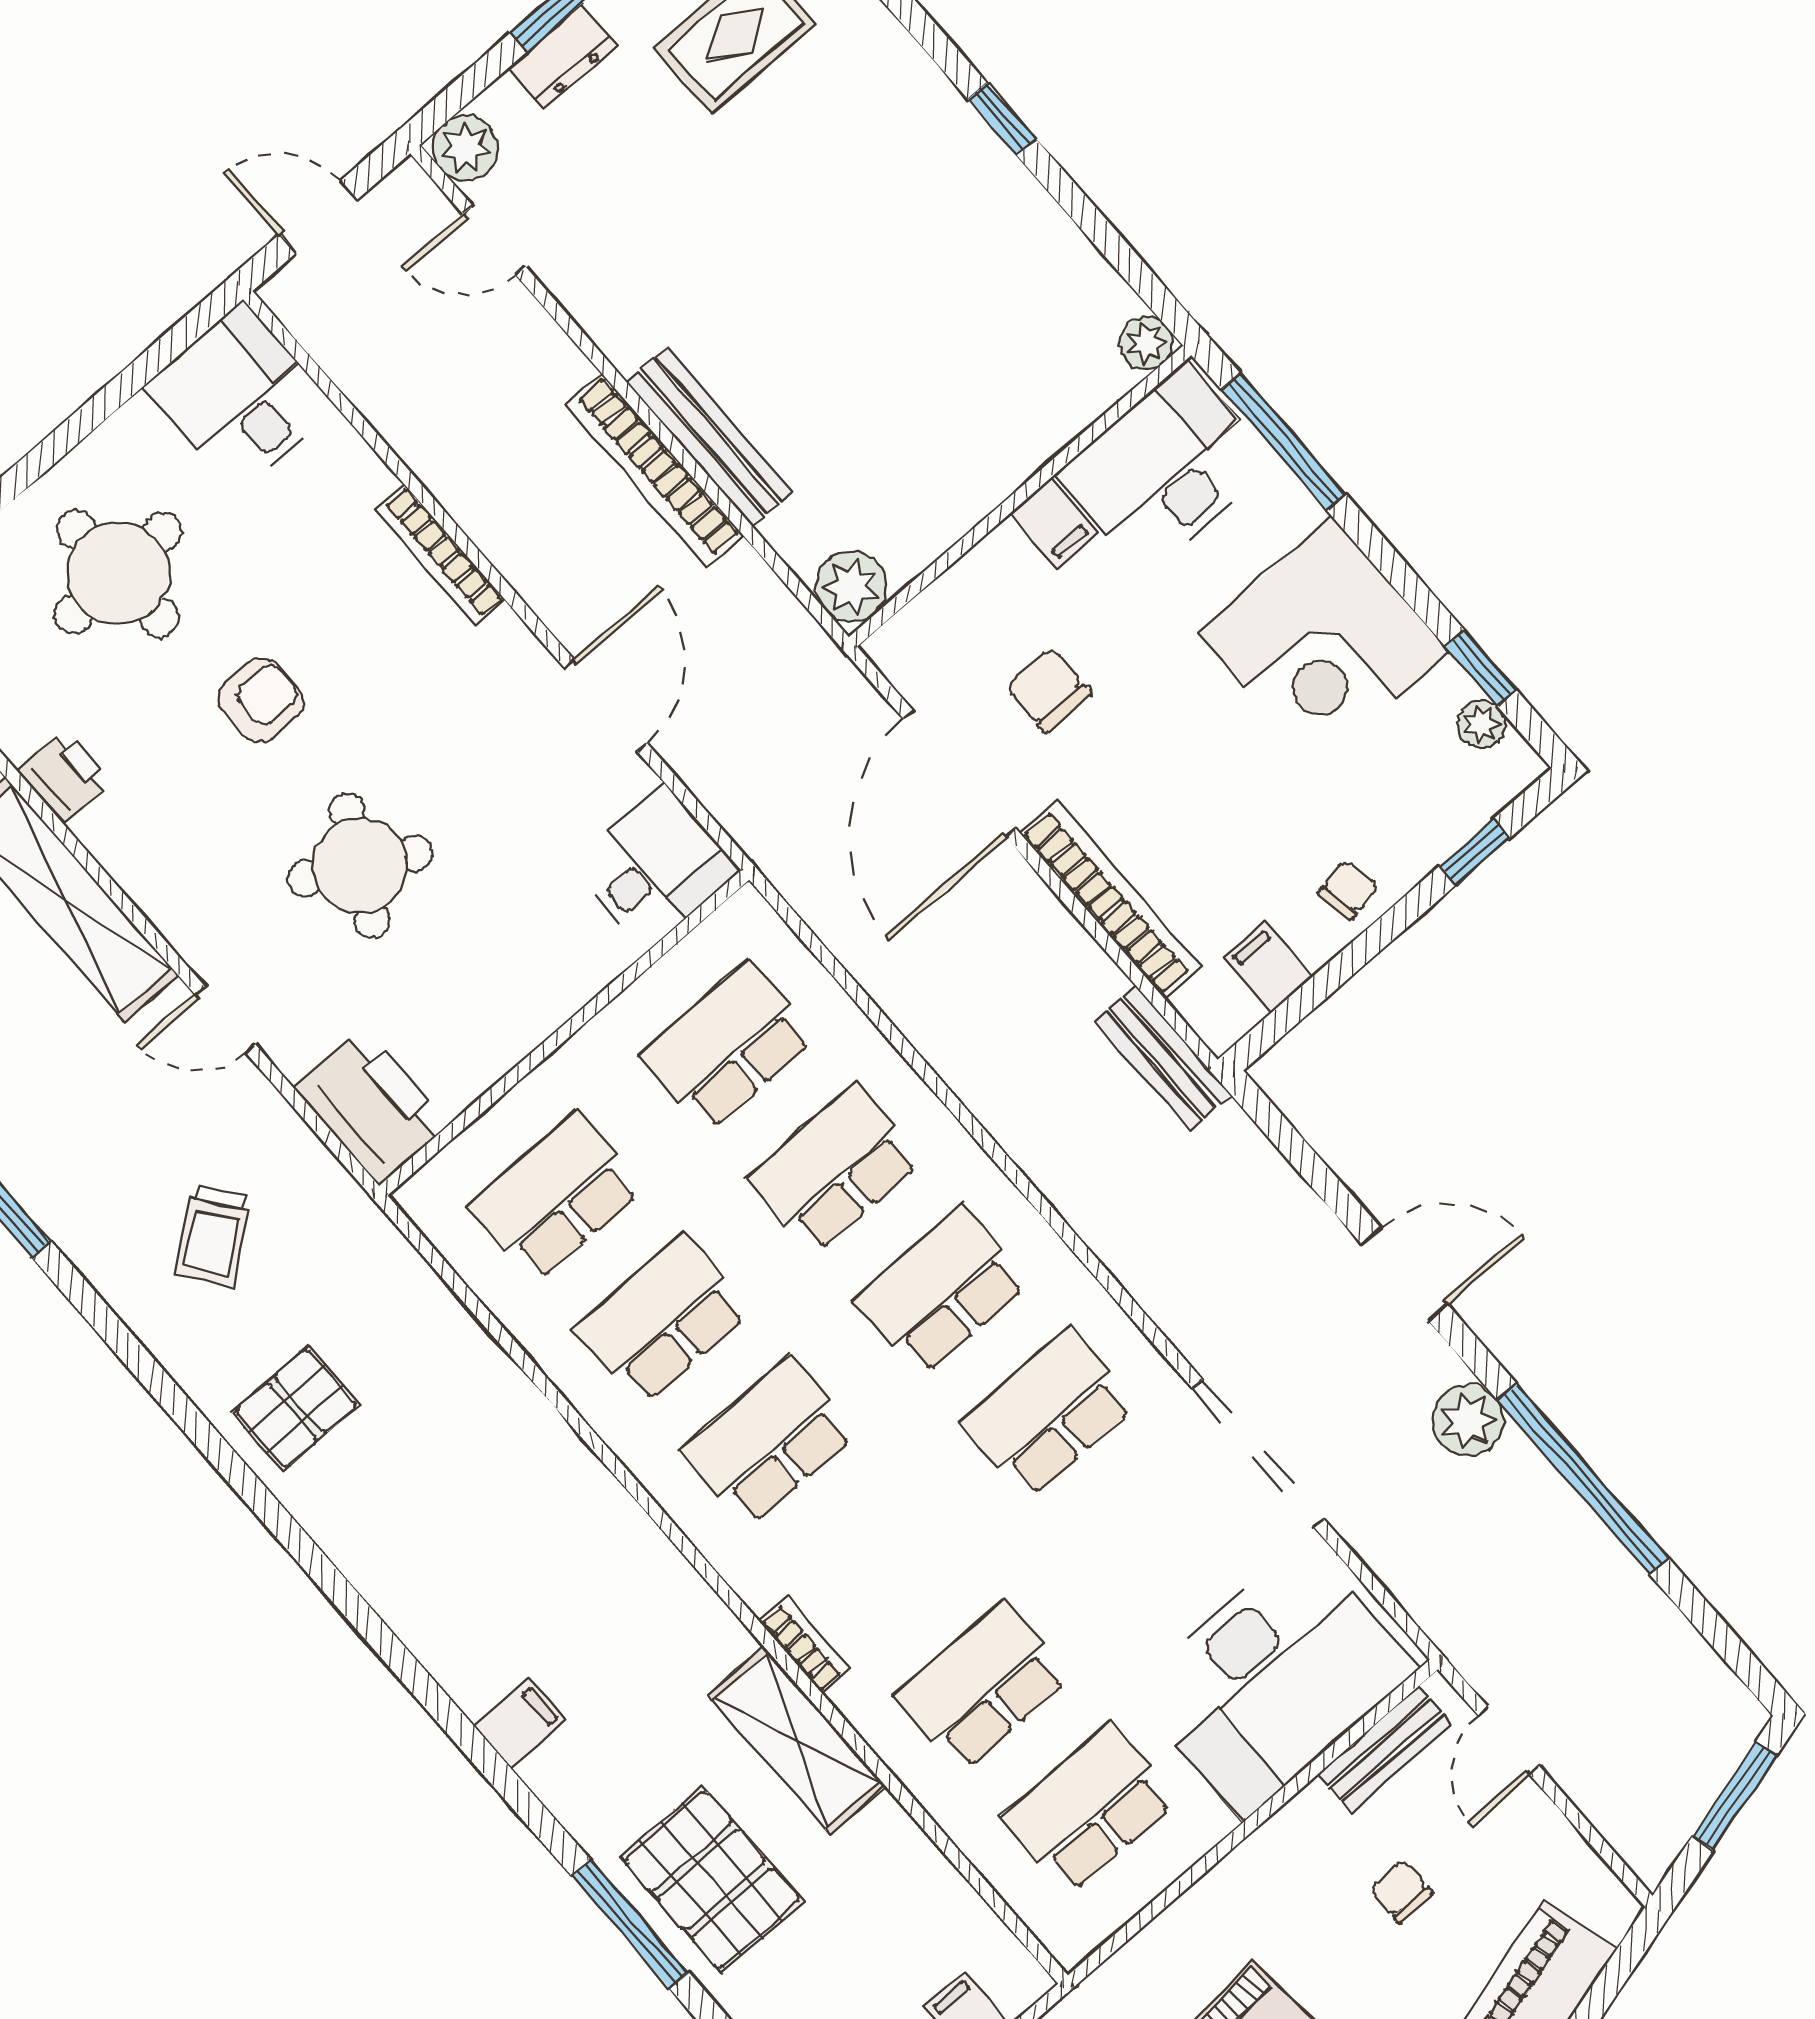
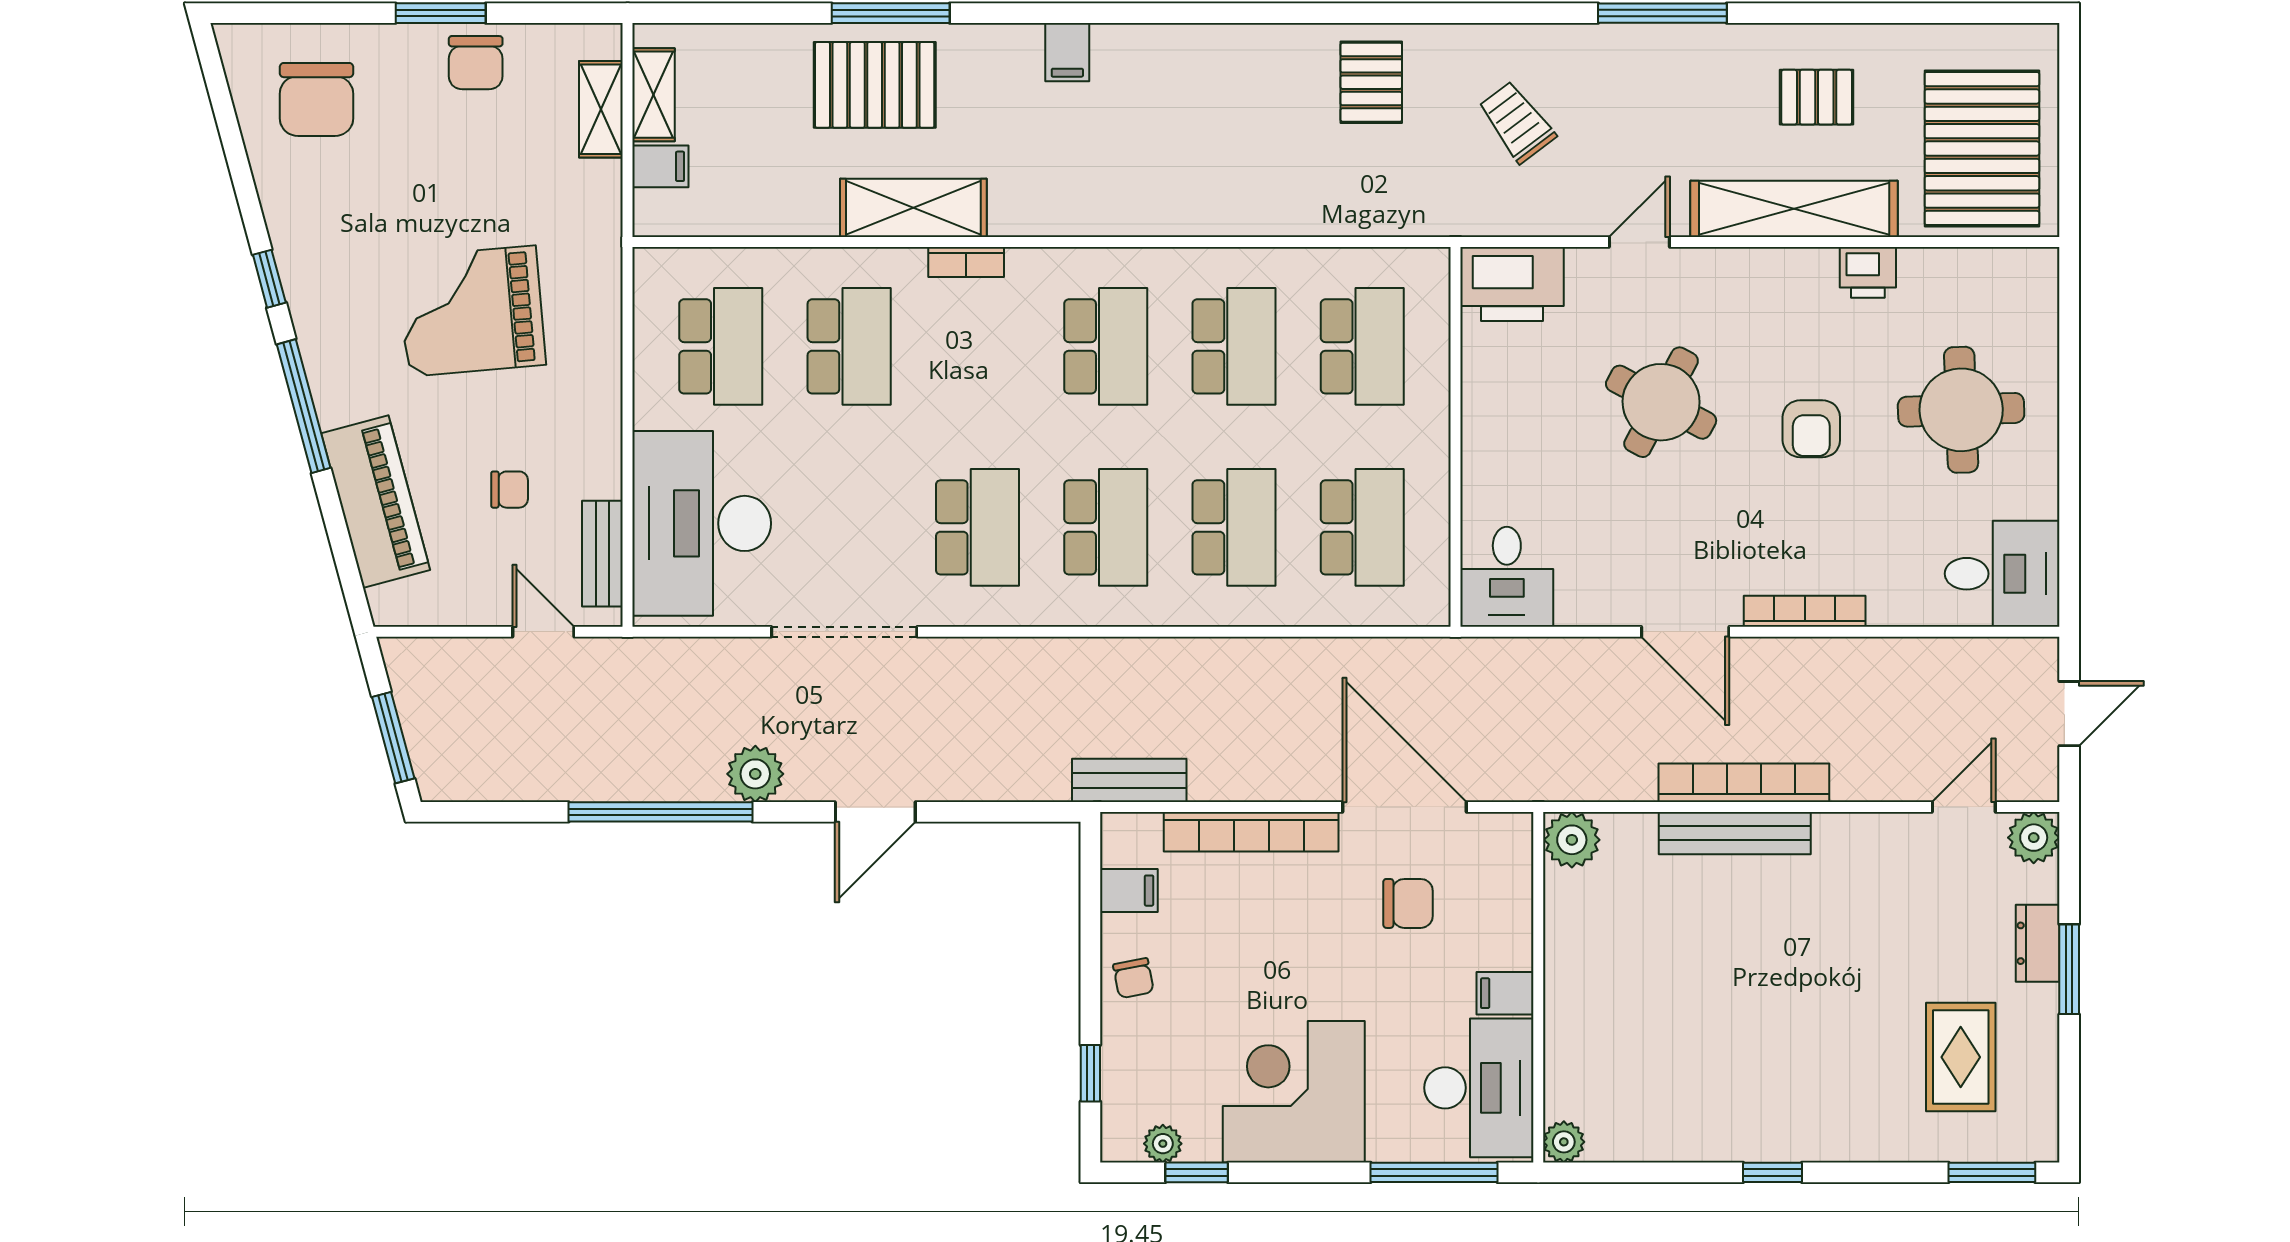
door: (606, 705) -> (1685, 632), moved

